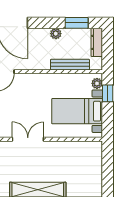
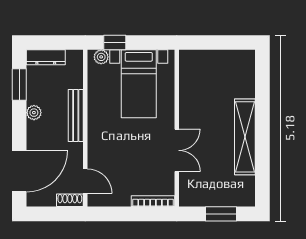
bench: (70, 65) -> (76, 116), moved
double door: (28, 139) -> (177, 150), swing flipped

